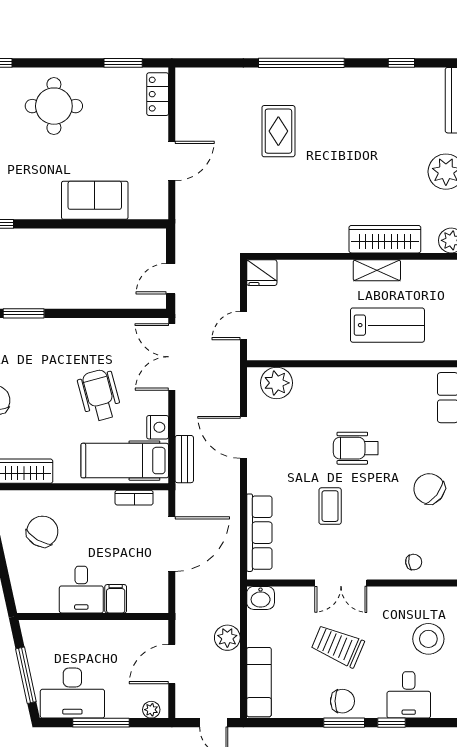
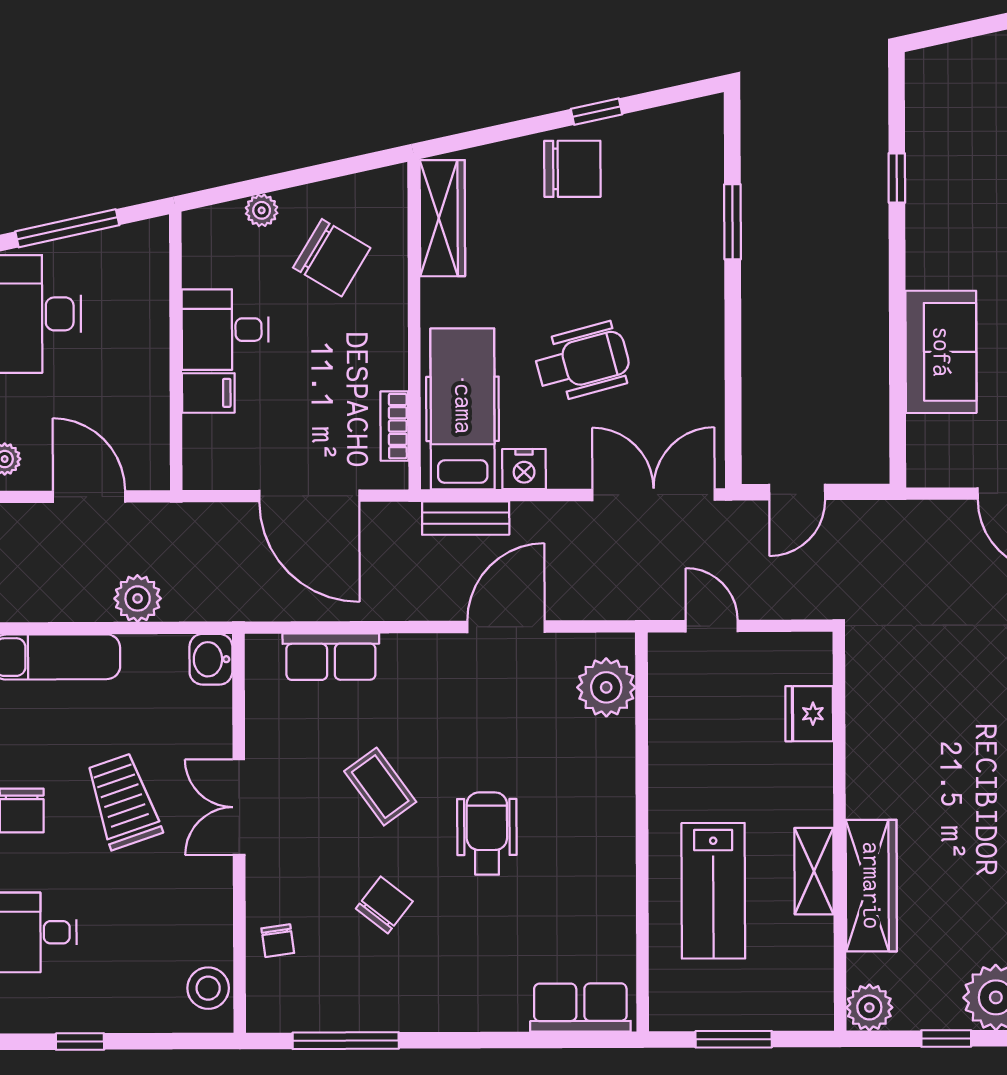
fridge: (262, 273) -> (809, 714), moved
door: (171, 279) -> (797, 492), swing flipped
chair: (429, 489) -> (384, 905), moved, width x0.73, depth x0.73
coffee table: (330, 506) -> (380, 787), turned 54
row of seats: (259, 533) -> (331, 657), width x0.68
plant: (16, 569) -> (262, 210), added
stool: (428, 639) -> (208, 988), moved, width x0.73, depth x0.73
trolley: (338, 646) -> (123, 801), turned -42

